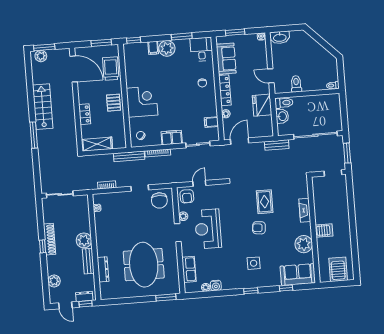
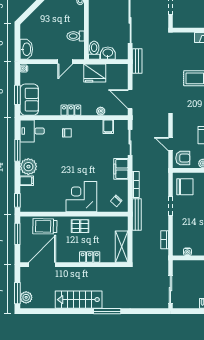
sofa: (226, 59) -> (29, 100), moved, turned 90
locker: (225, 90) -> (71, 110), width x0.66

